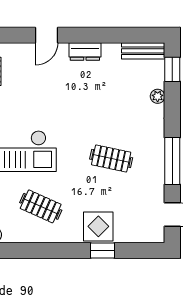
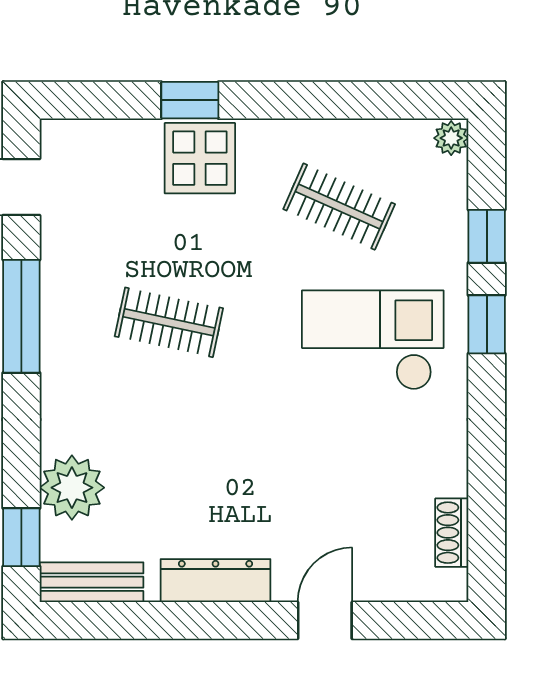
dresser: (85, 52) -> (216, 581), width x1.44
plant: (158, 96) -> (72, 488), width x1.88, depth x1.88

